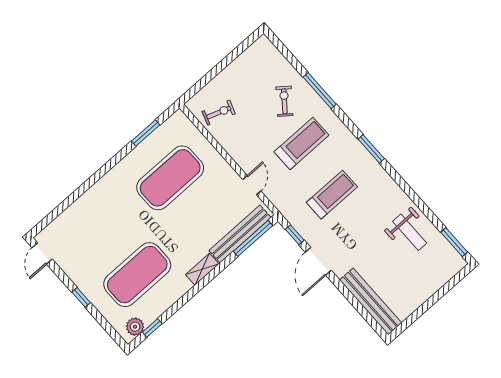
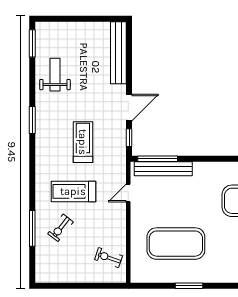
window: (320, 91) -> (32, 228), moved
window: (146, 133) -> (189, 286), moved
window: (371, 149) -> (32, 120), moved
treadmill: (332, 195) -> (83, 142), turned 90
shelving: (202, 269) -> (207, 168), removed

